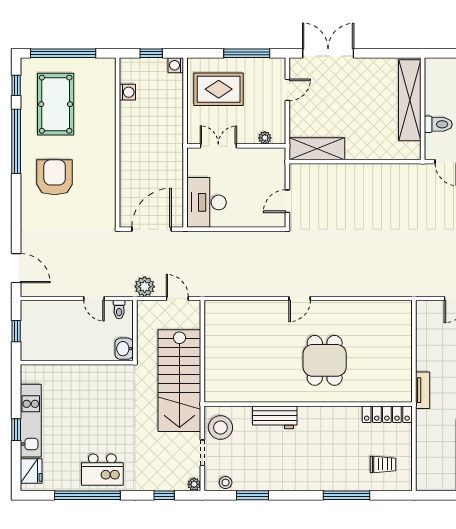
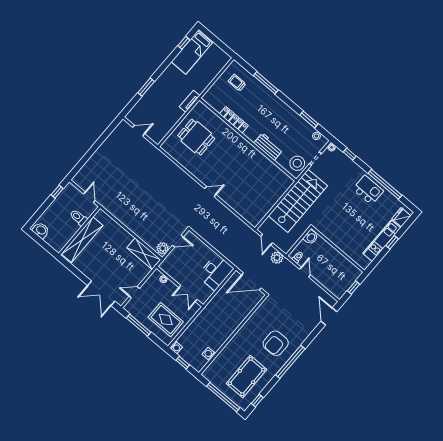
window: (16, 141) -> (290, 362), moved
plant: (299, 176) -> (163, 248), added
dining table: (325, 360) -> (196, 137), moved, turned 90
locker: (387, 414) -> (234, 120), moved

